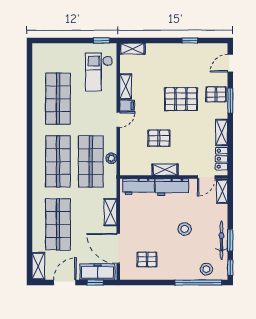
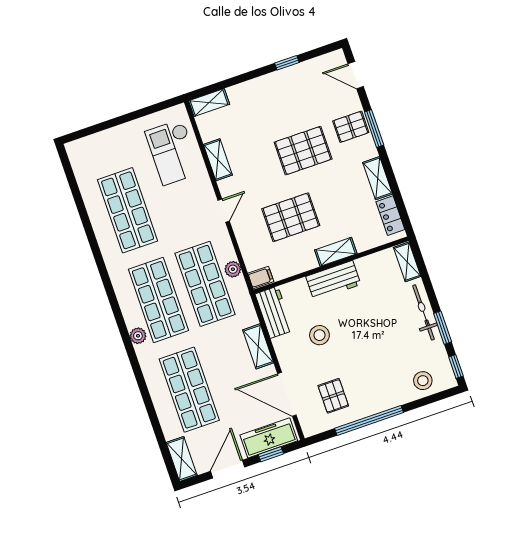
window: (101, 41) -> (161, 106), removed
door: (230, 63) -> (356, 75), hinge flipped
filing cabinet: (127, 106) -> (261, 277), moved
pallet: (159, 138) -> (291, 217), width x1.50, depth x1.42
shelving: (165, 170) -> (336, 252), moved
door: (206, 177) -> (377, 249), removed
plant: (37, 180) -> (138, 336), added
workbench: (139, 187) -> (274, 312), moved, turned -90
stool: (185, 229) -> (319, 335), moved
bicycle: (222, 240) -> (424, 312), moved
pallet: (147, 259) -> (333, 396), turned 90
window: (198, 283) -> (369, 420), moved

